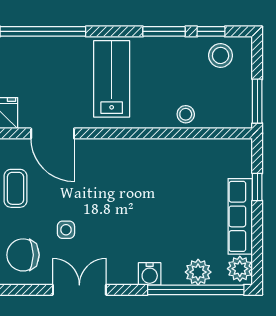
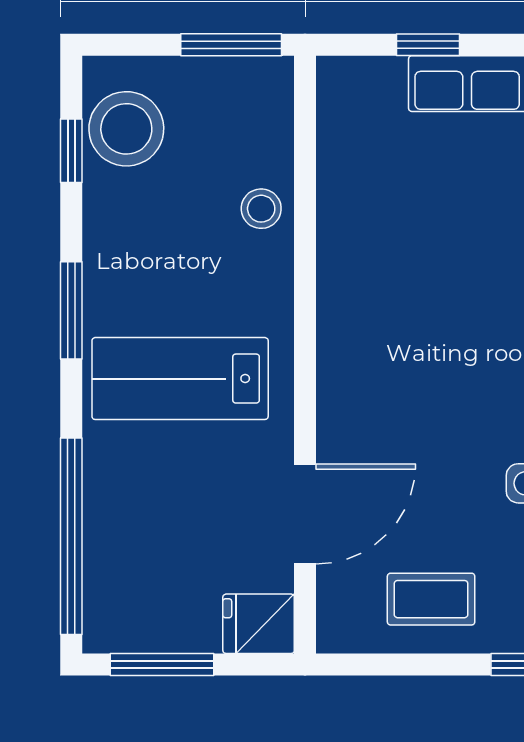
window: (164, 31) -> (71, 310), moved
stool: (221, 55) -> (126, 129), width x1.38, depth x1.38

